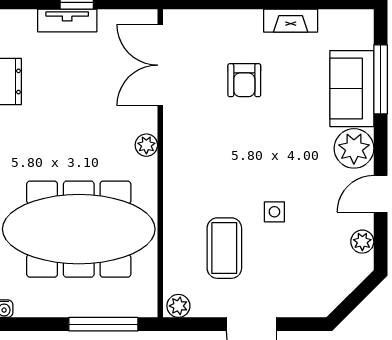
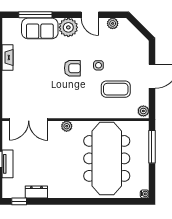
armchair: (244, 80) -> (72, 68), moved

